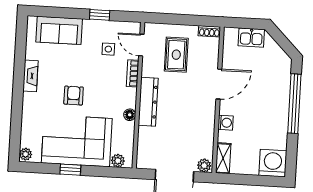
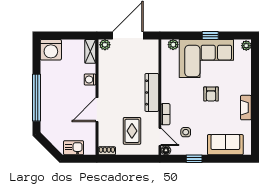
floor lamp: (130, 115) -> (166, 150), moved

